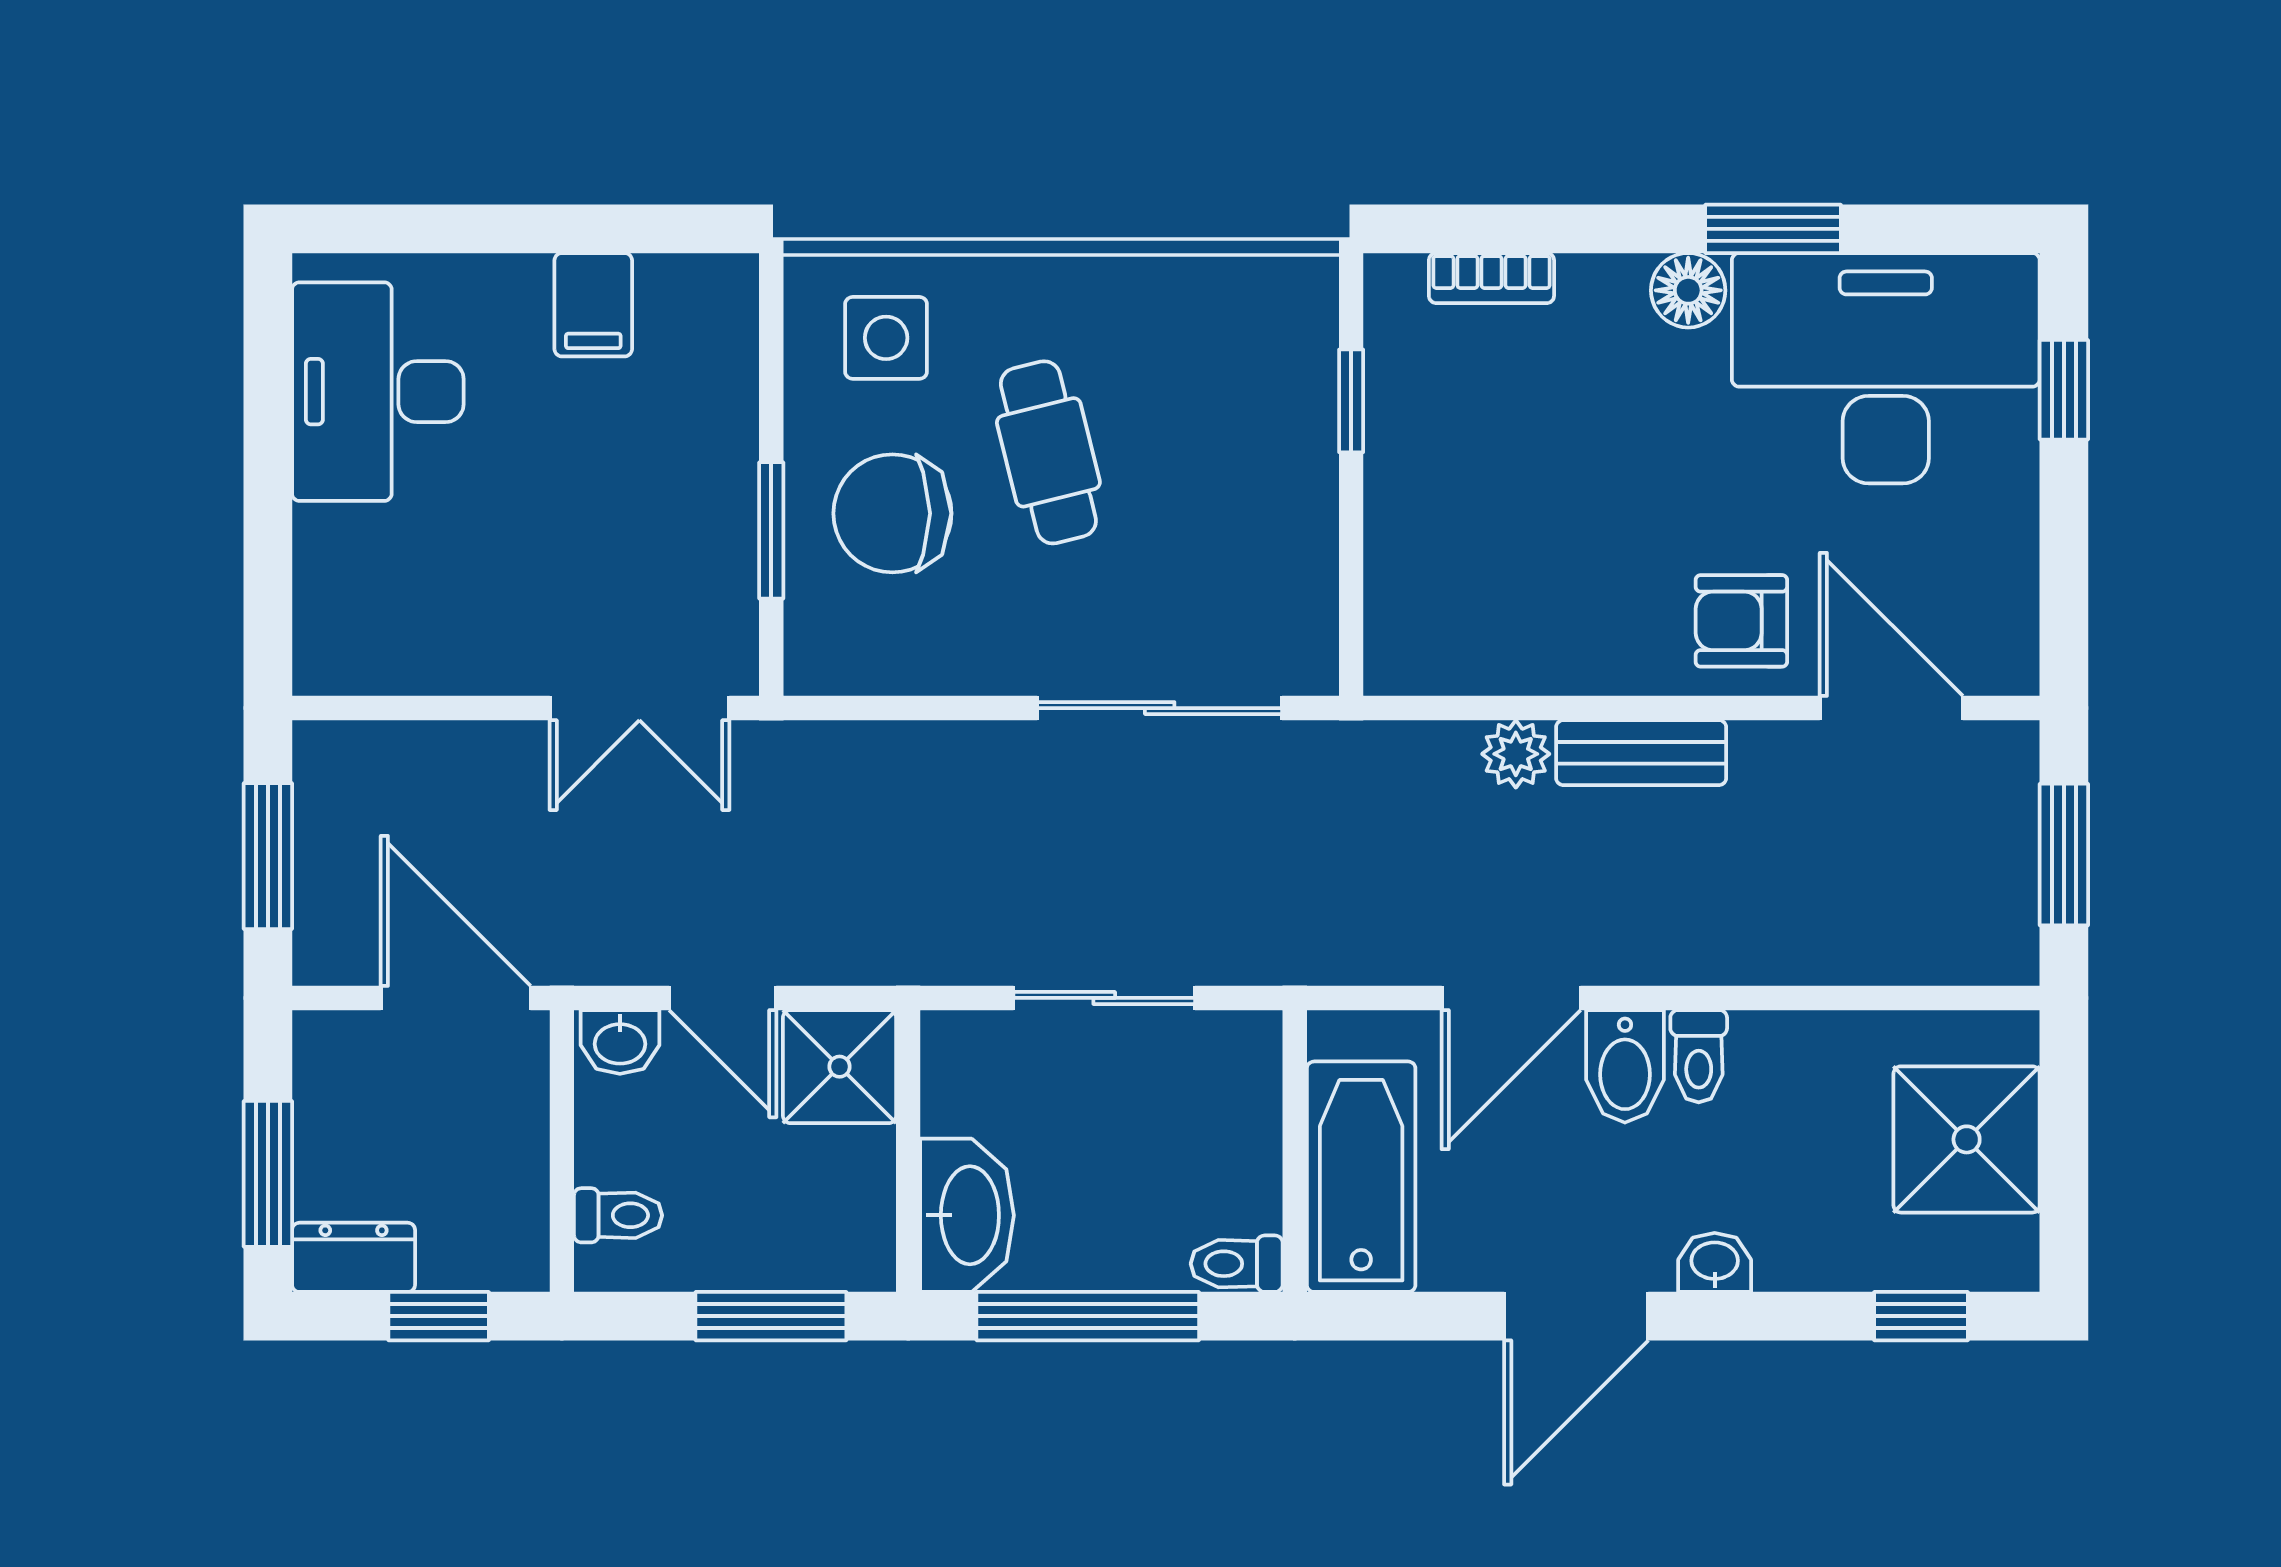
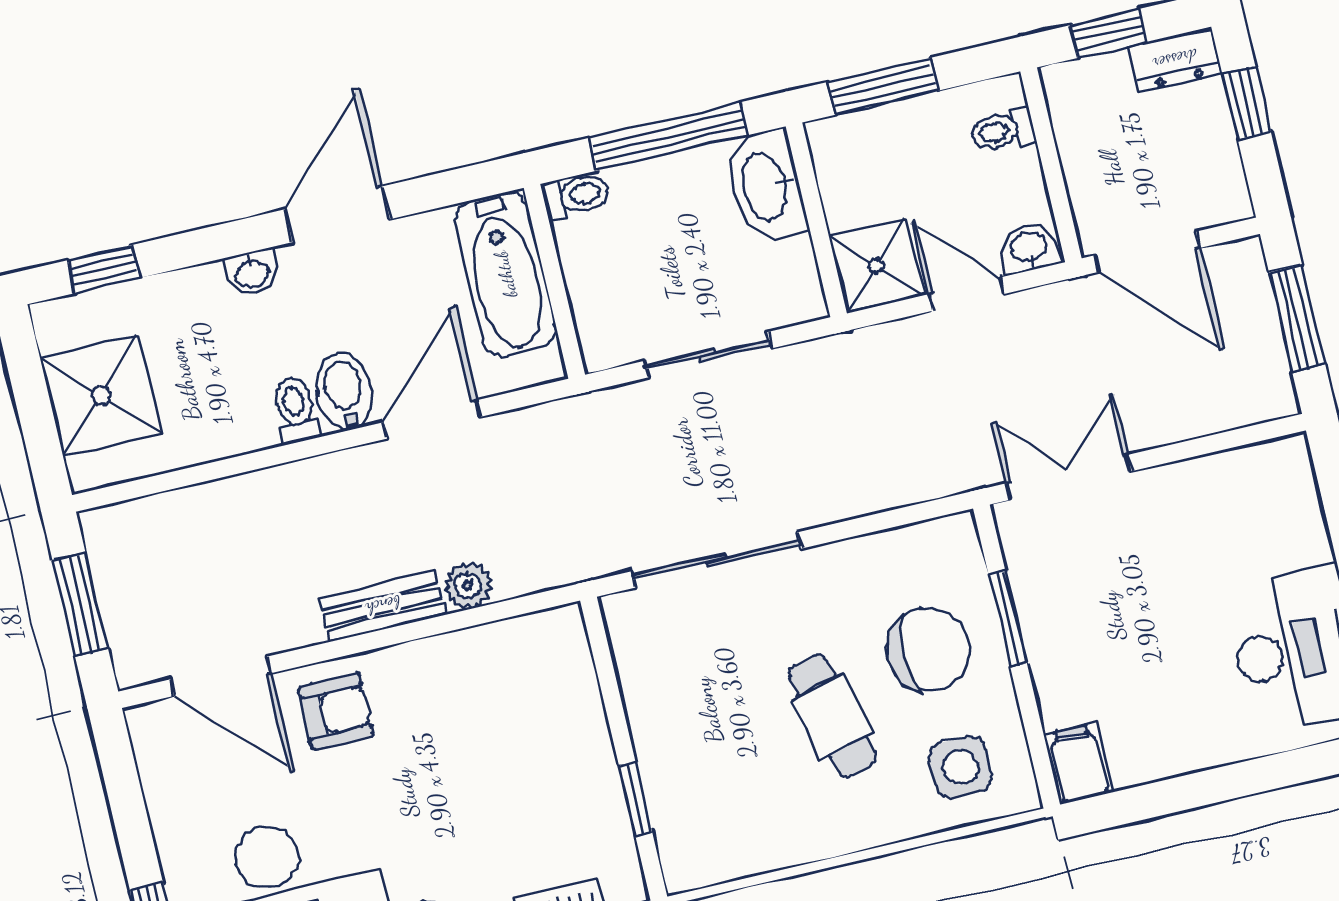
filing cabinet: (593, 305) -> (1078, 763), moved
window: (268, 1174) -> (1247, 103), width x0.67

